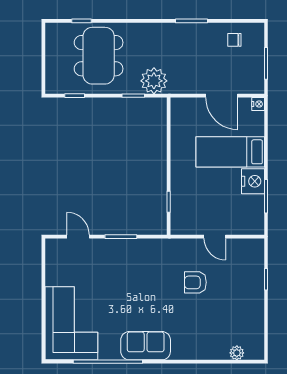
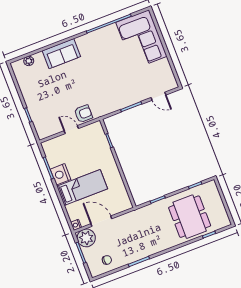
plant: (154, 81) -> (86, 238), moved
armchair: (195, 282) -> (83, 114), moved
sofa: (146, 346) -> (61, 54), moved

